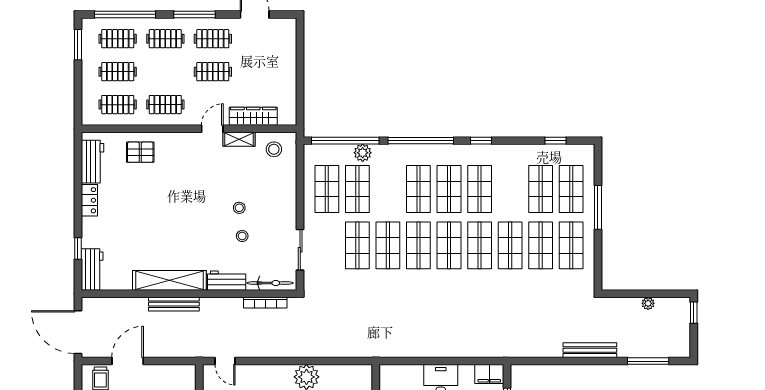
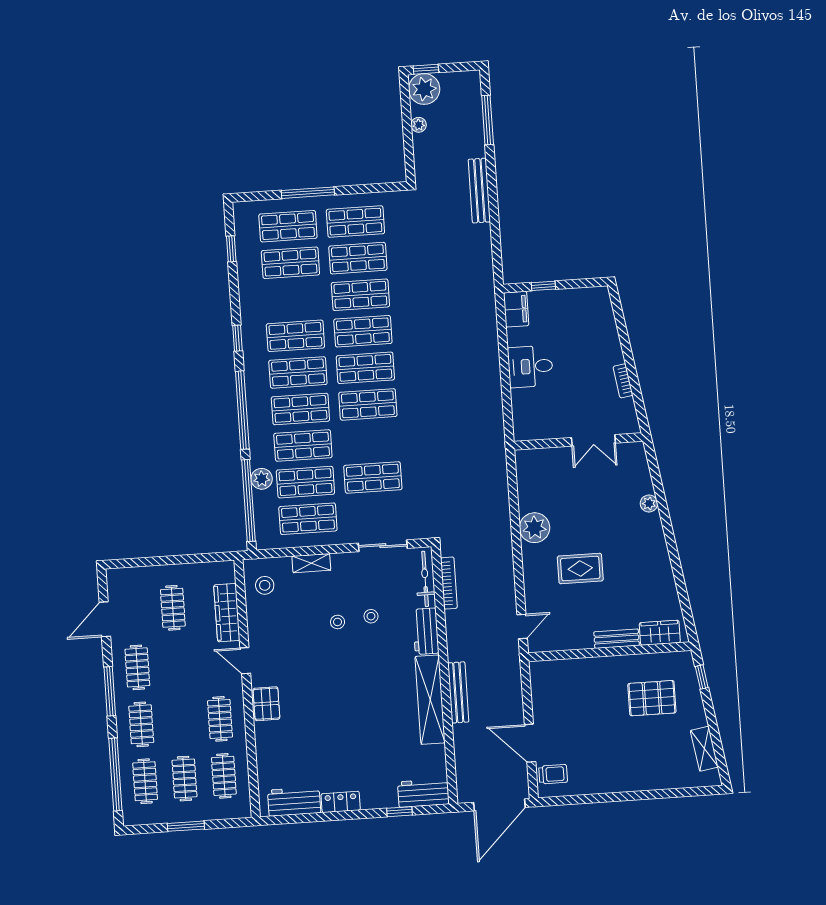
window: (78, 45) -> (186, 826), moved
clothes rail: (213, 72) -> (173, 608), moved
shelving: (239, 139) -> (311, 563), moved, turned 90
pallet: (140, 152) -> (266, 704), moved
shop shelf: (388, 245) -> (303, 446), moved
plant: (678, 310) -> (424, 89), added

